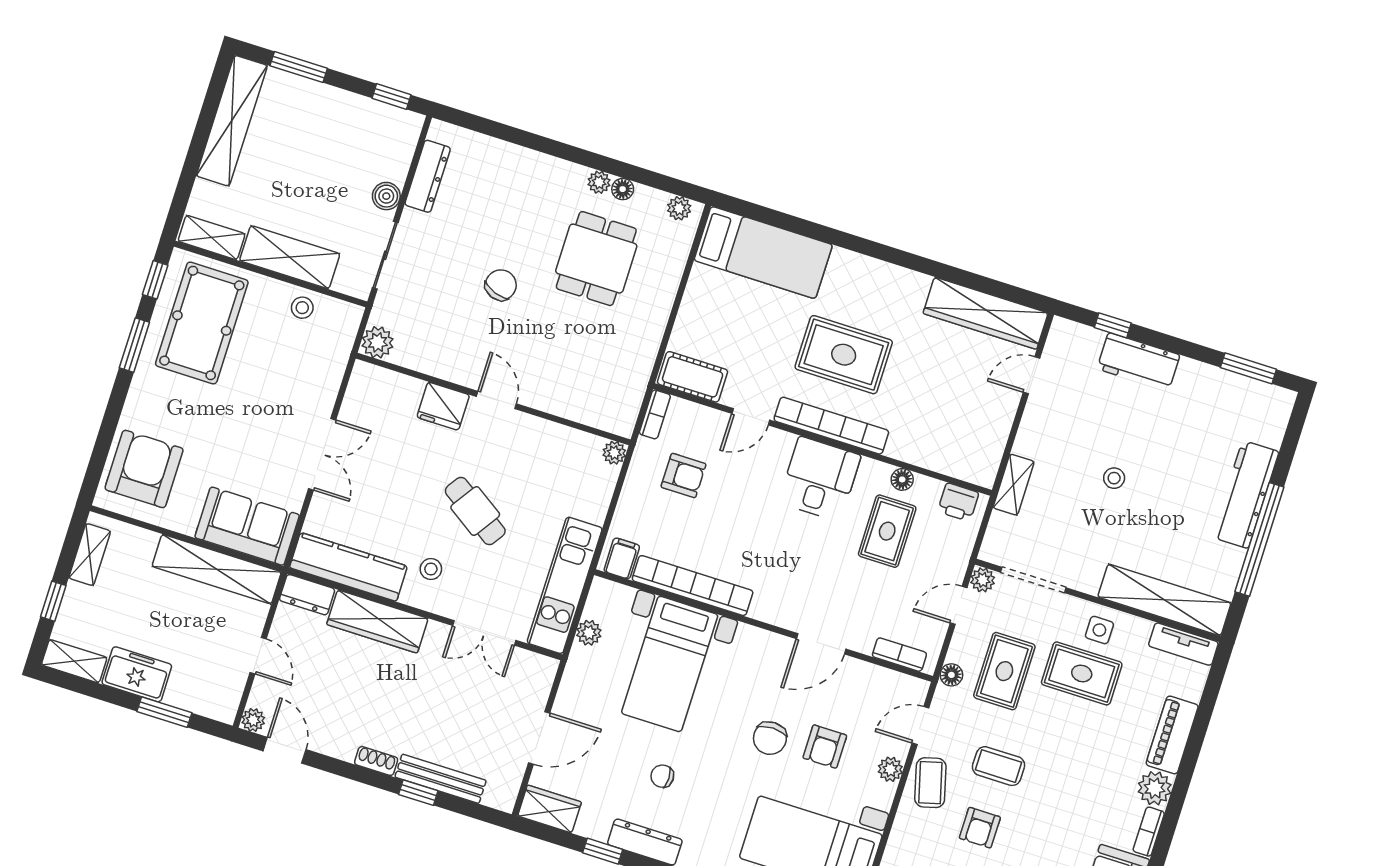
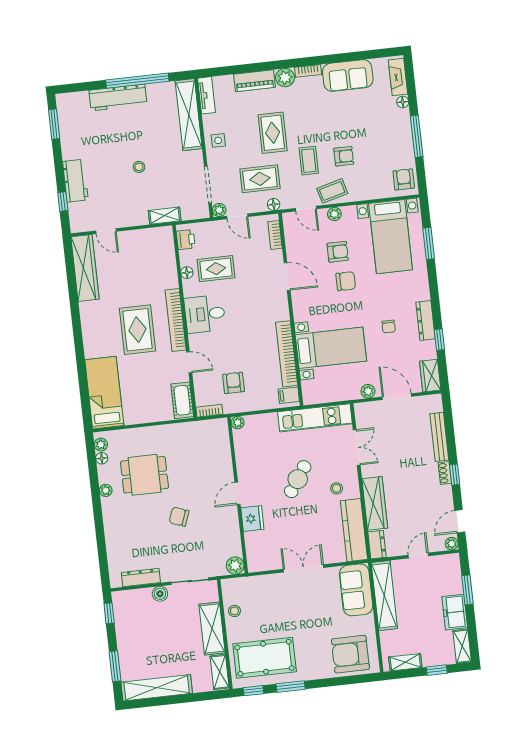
floor lamp: (623, 189) -> (102, 458), moved
plant: (589, 633) -> (368, 391), moved
rug: (1082, 673) -> (273, 133), moved
window: (418, 793) -> (455, 475), moved

